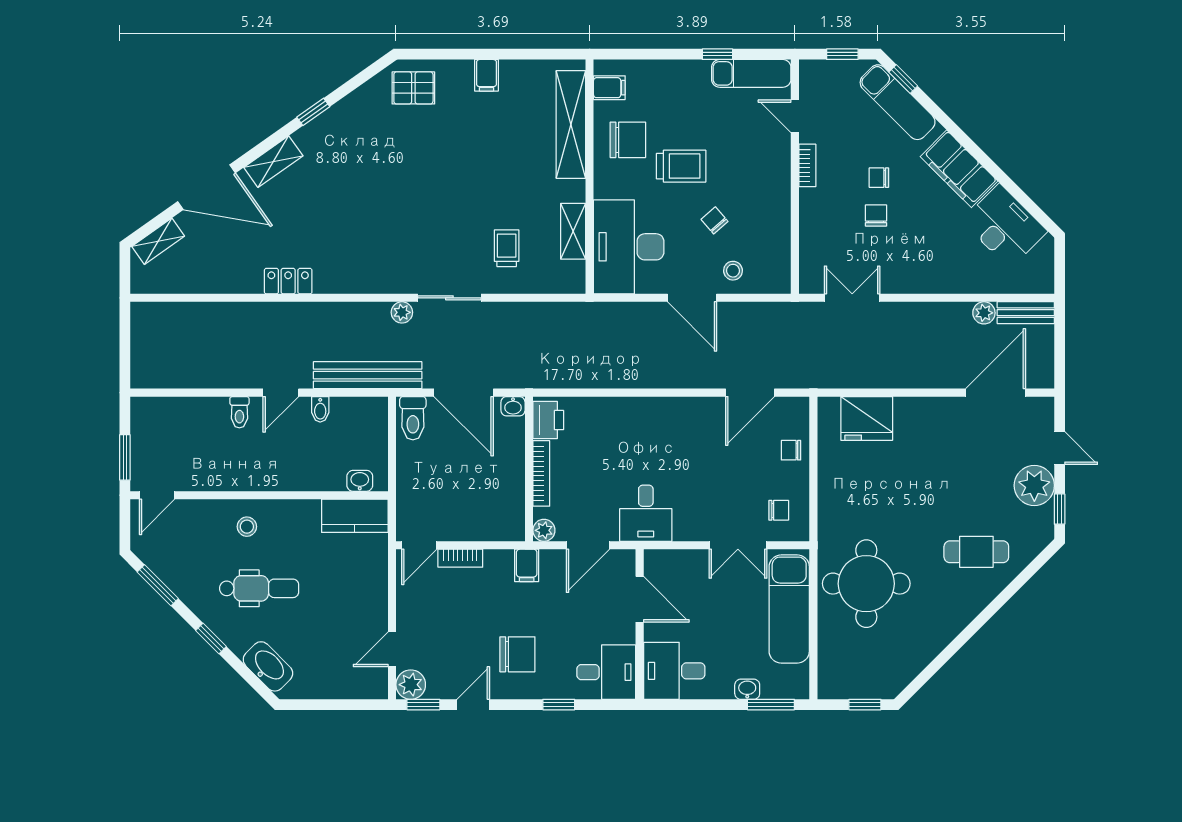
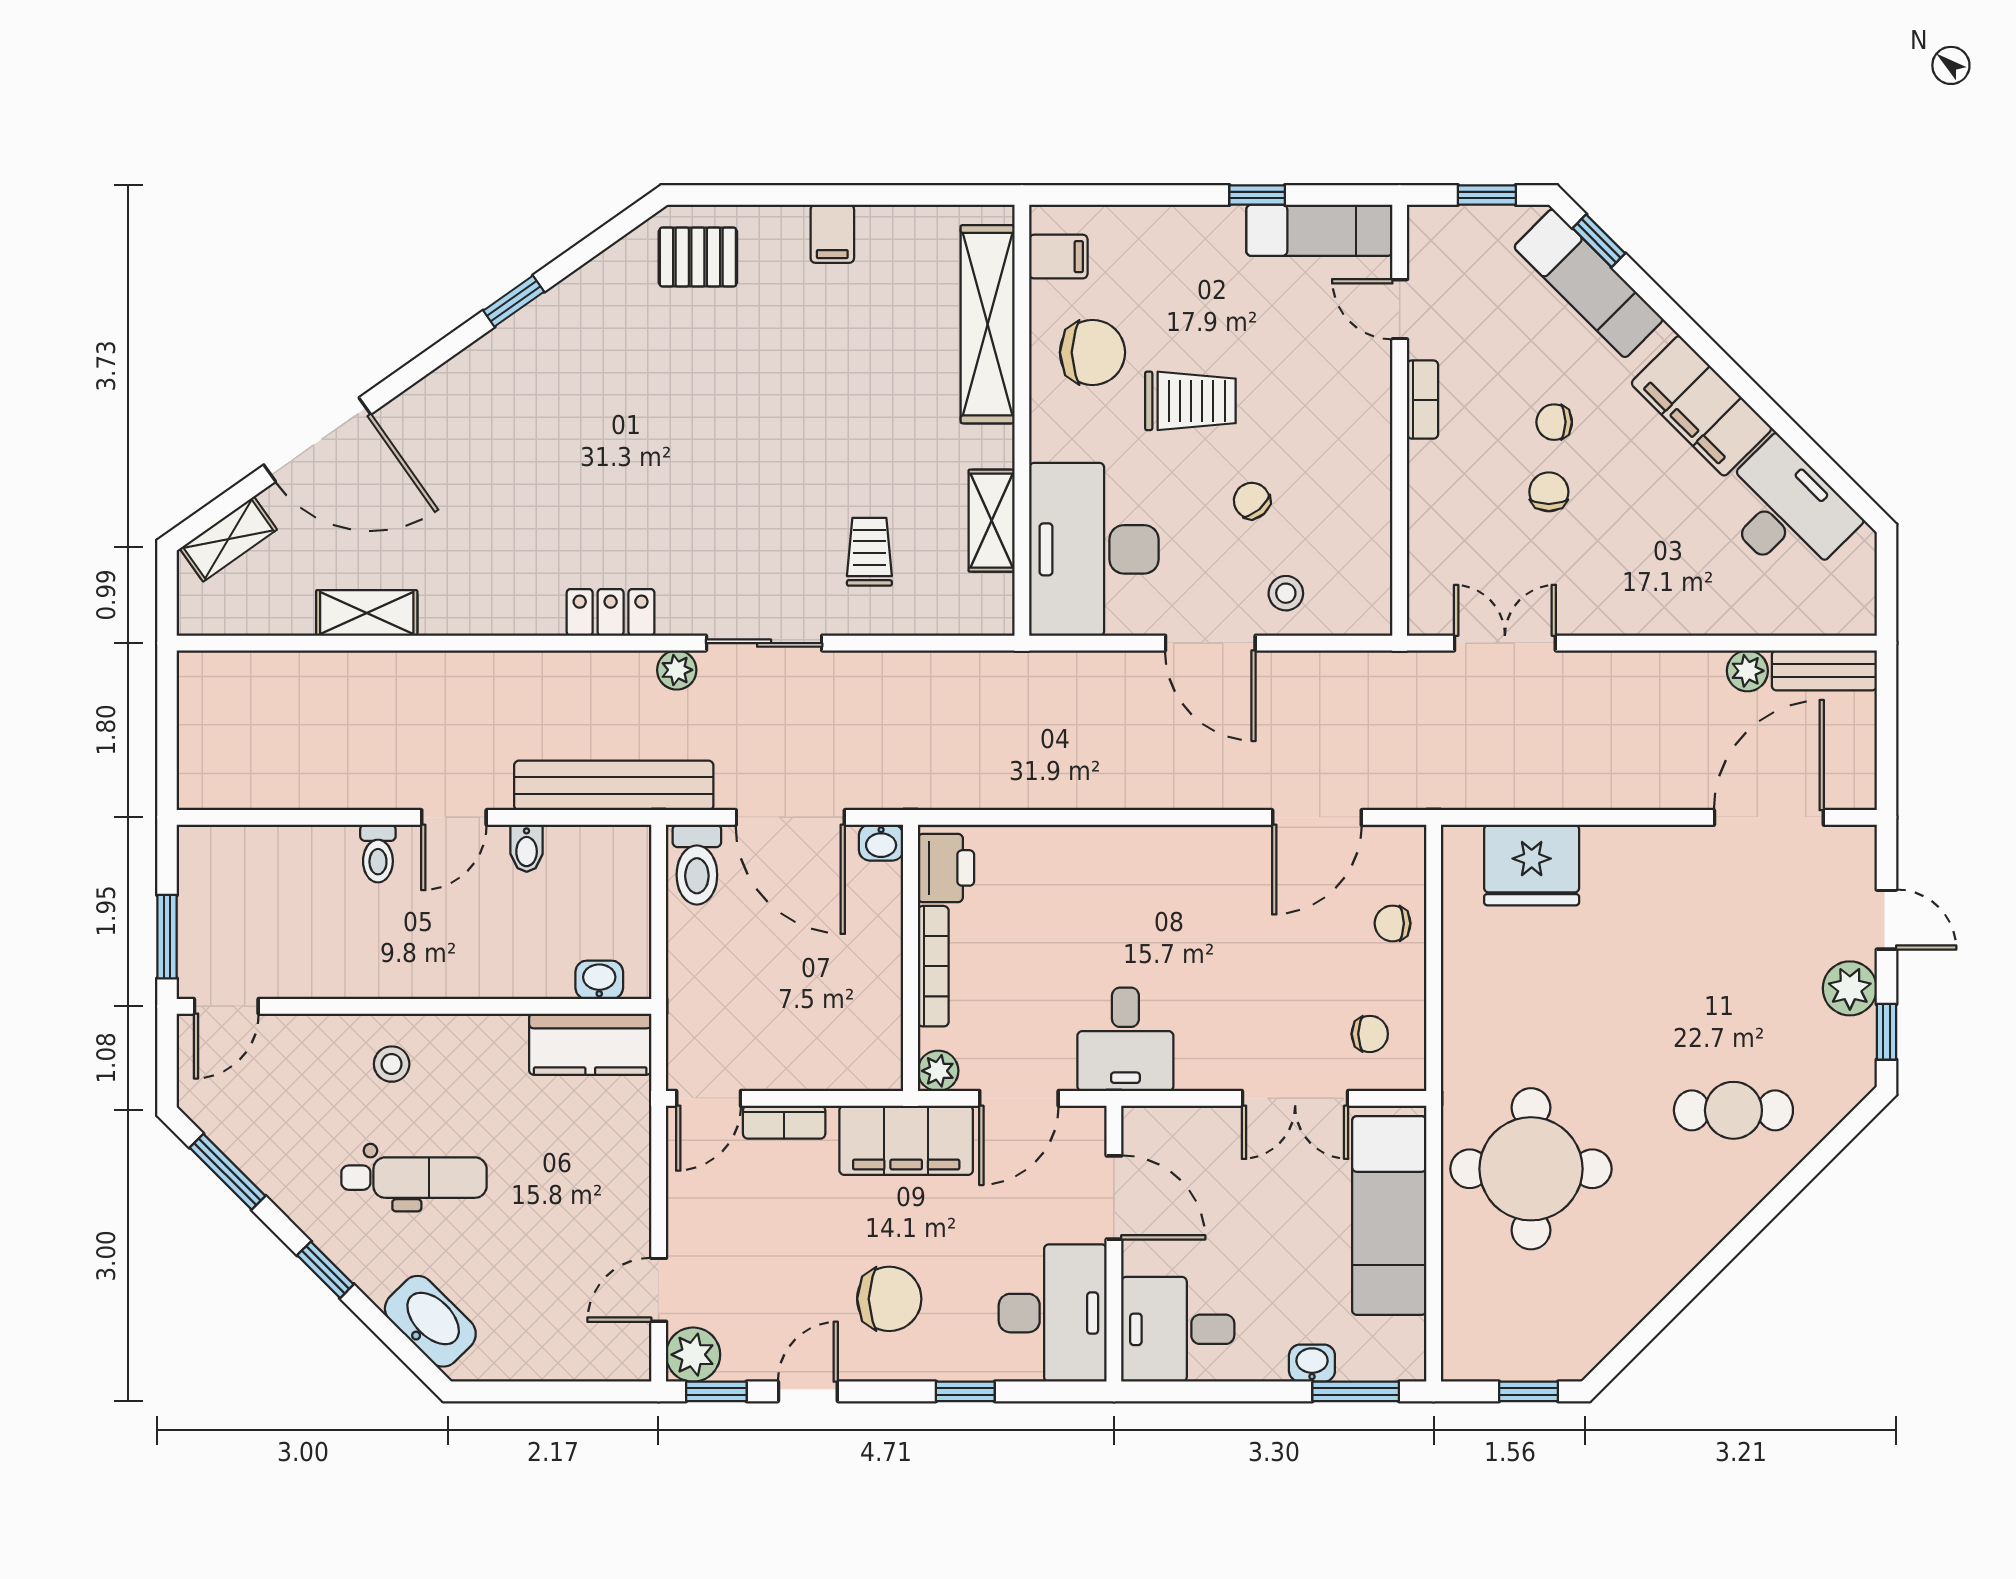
shelving: (273, 162) -> (367, 613), moved, turned 35
locker: (288, 281) -> (611, 612), moved
plant: (1034, 485) -> (1850, 988), width x0.73, depth x0.73
filing cabinet: (527, 565) -> (906, 1140), width x3.00, depth x1.17
desk: (606, 672) -> (1053, 1313), width x1.37

